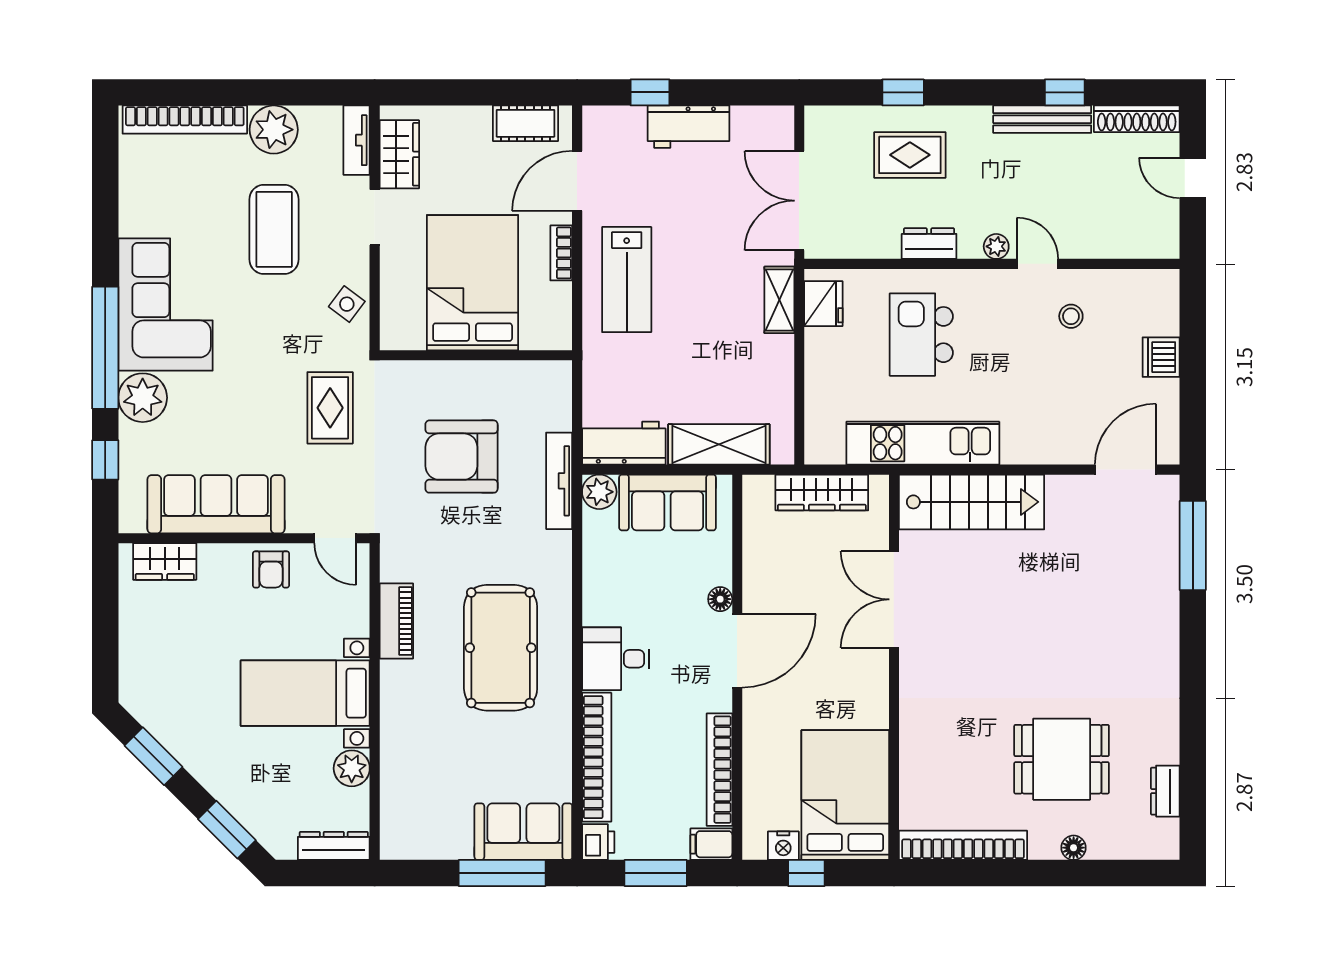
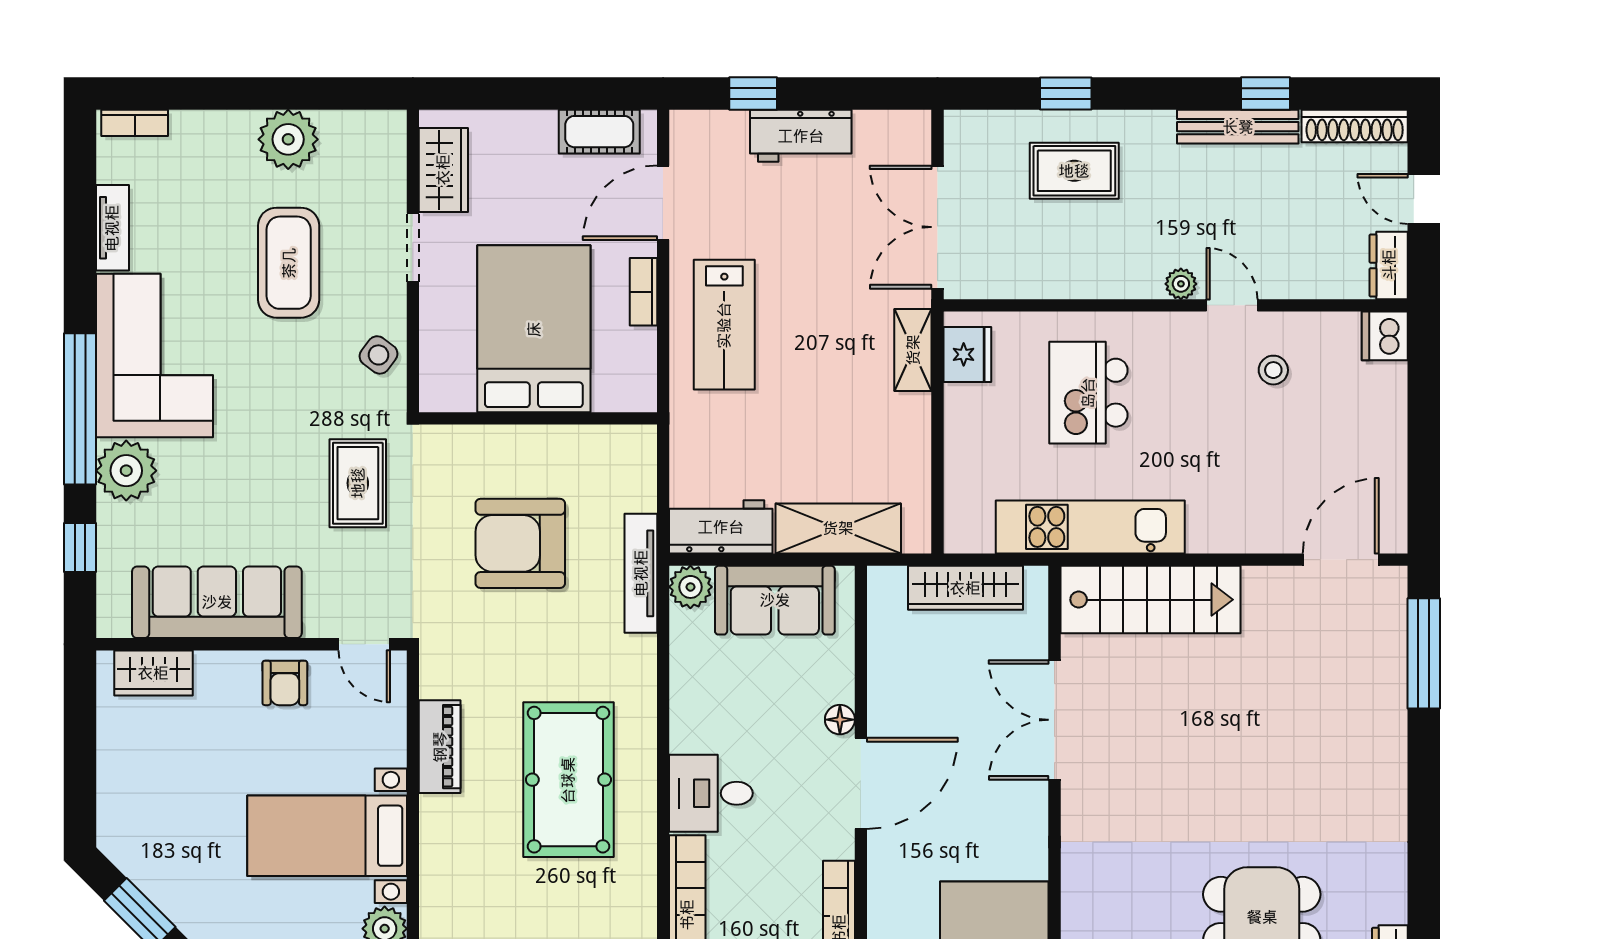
bookcase: (185, 120) -> (135, 123), width x0.43, depth x0.76
tv unit: (356, 140) -> (112, 228), moved, turned 180
dresser: (929, 244) -> (1389, 265), moved, turned -90
dishwasher: (1161, 357) -> (1385, 336), moved

